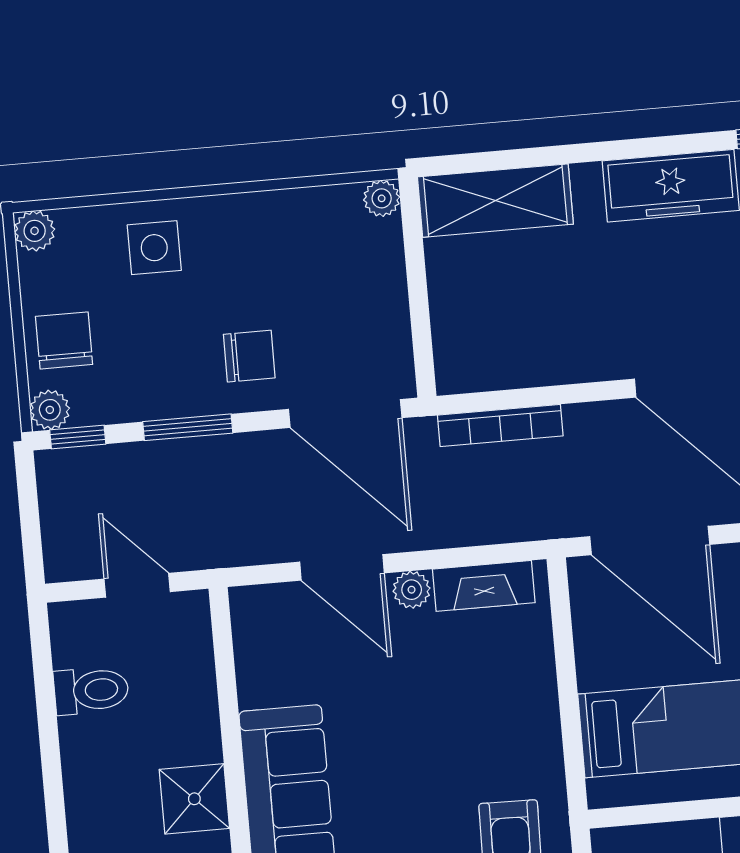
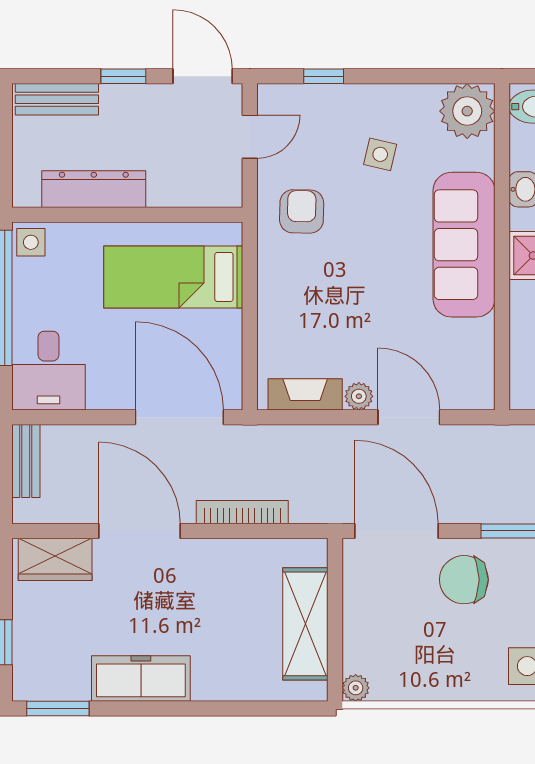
shelving: (495, 201) -> (305, 624), moved, turned 90
chair: (249, 356) -> (464, 580), width x1.37, depth x1.37
bookcase: (500, 425) -> (242, 512), moved

